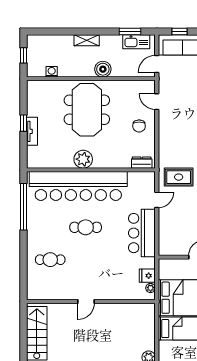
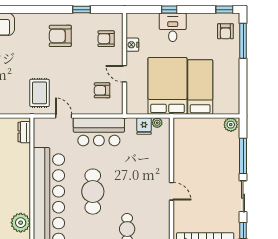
plant: (83, 159) -> (21, 223), moved
cafe table: (86, 227) -> (93, 192), width x1.37, depth x1.35
armchair: (181, 236) -> (102, 90), added

